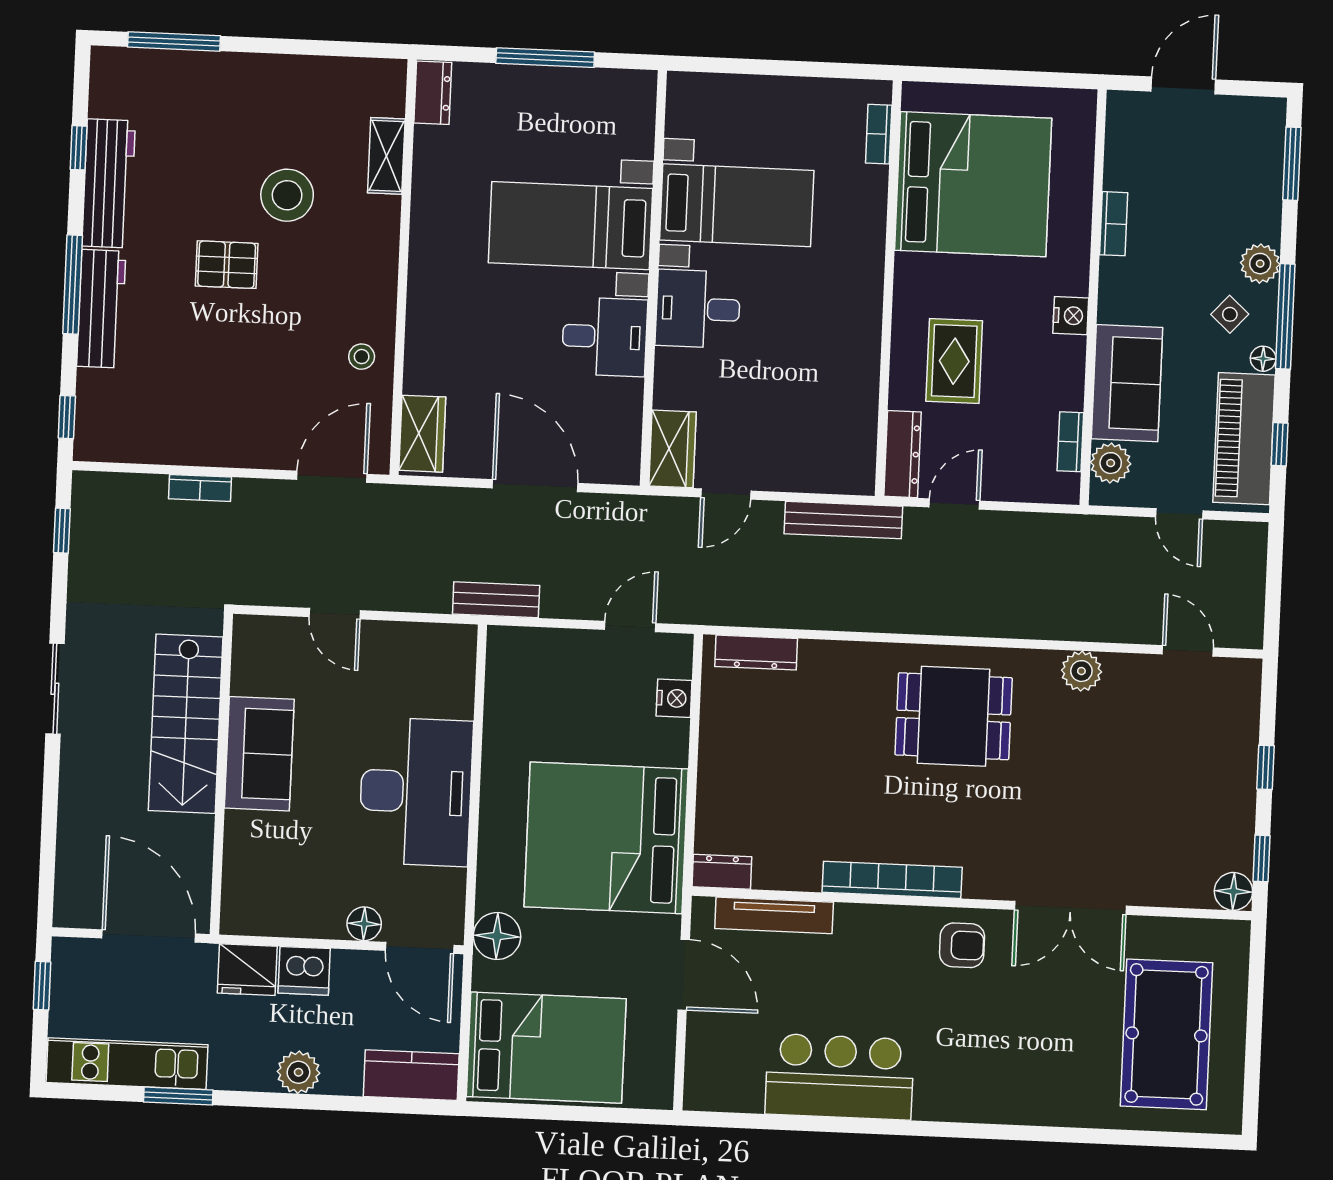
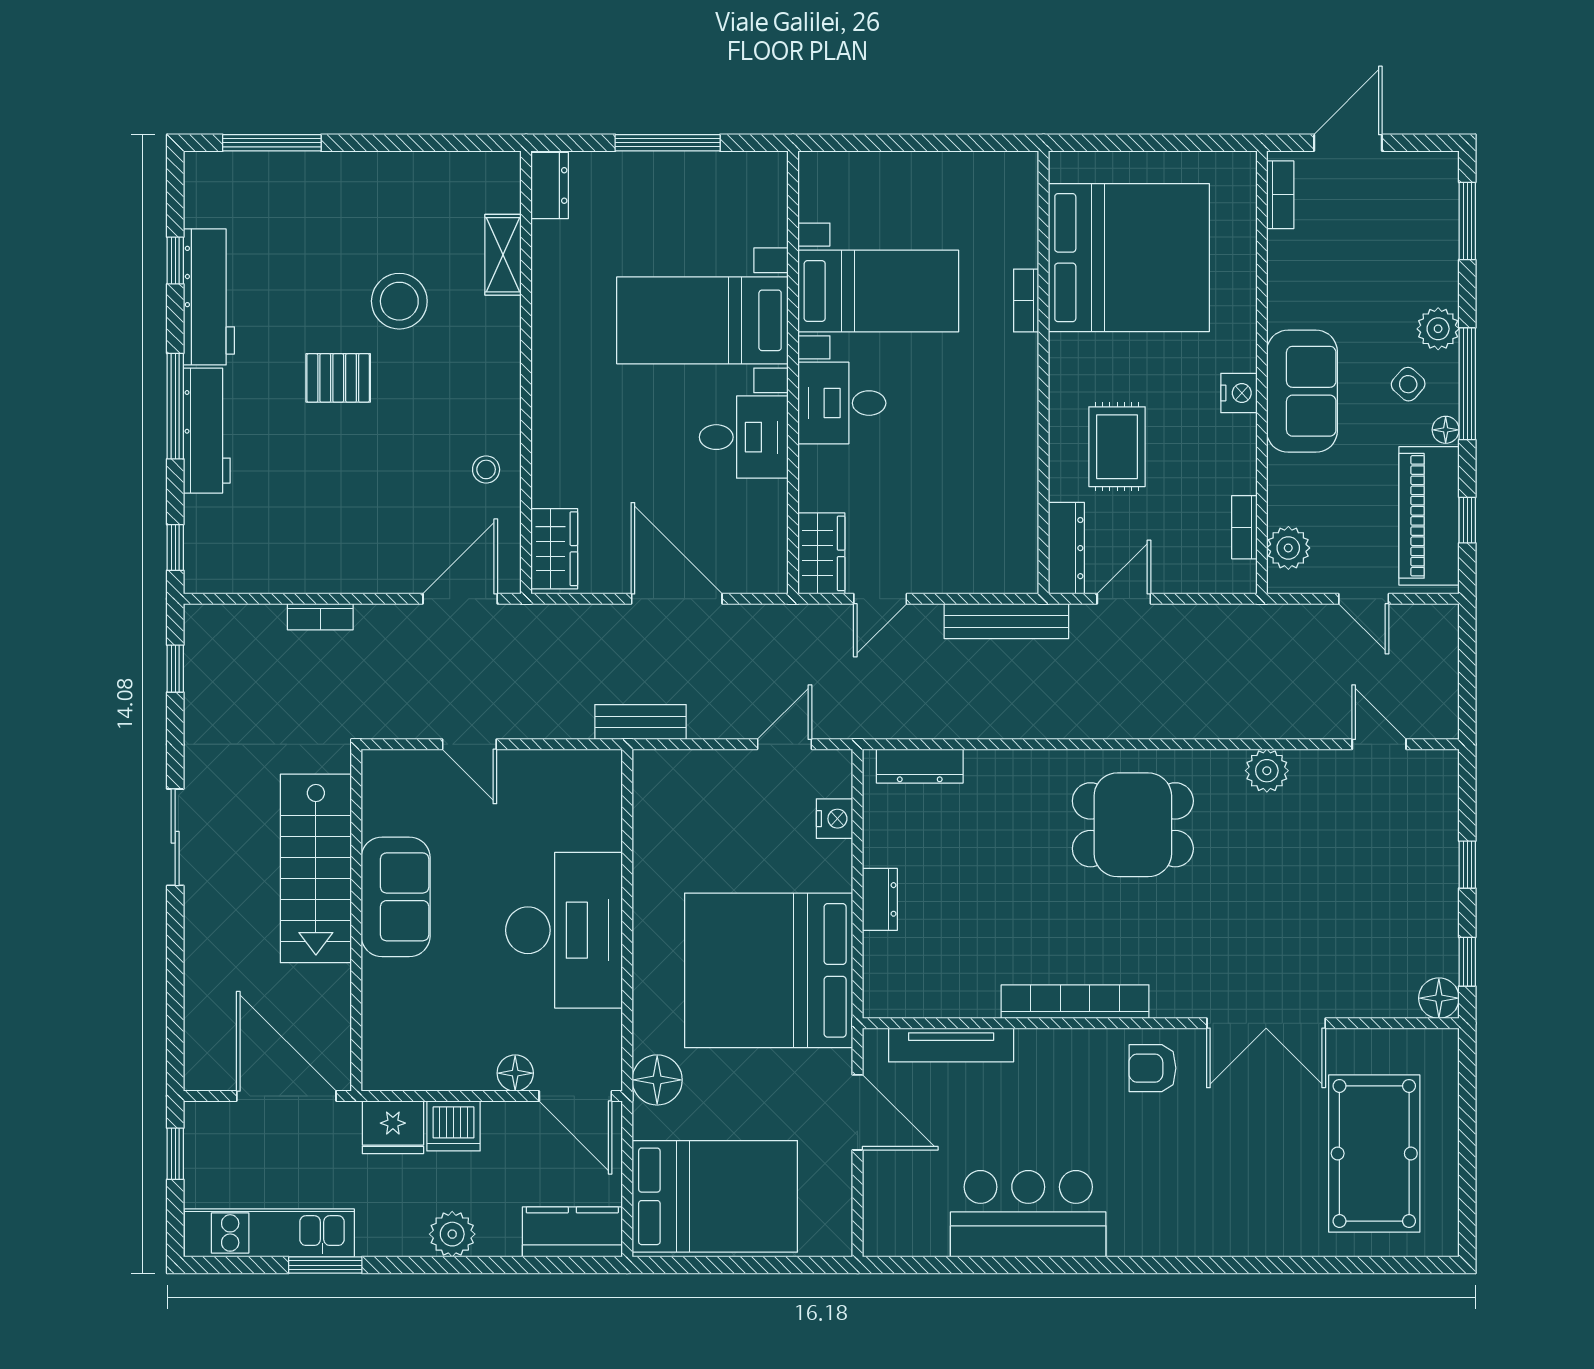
bookcase: (879, 134) -> (1026, 301), moved
bookcase: (1114, 224) -> (1280, 195), moved
sofa: (1127, 383) -> (1302, 391), moved
dresser: (722, 872) -> (880, 899), moved, turned 90
armchair: (962, 945) -> (1153, 1068), turned 180

